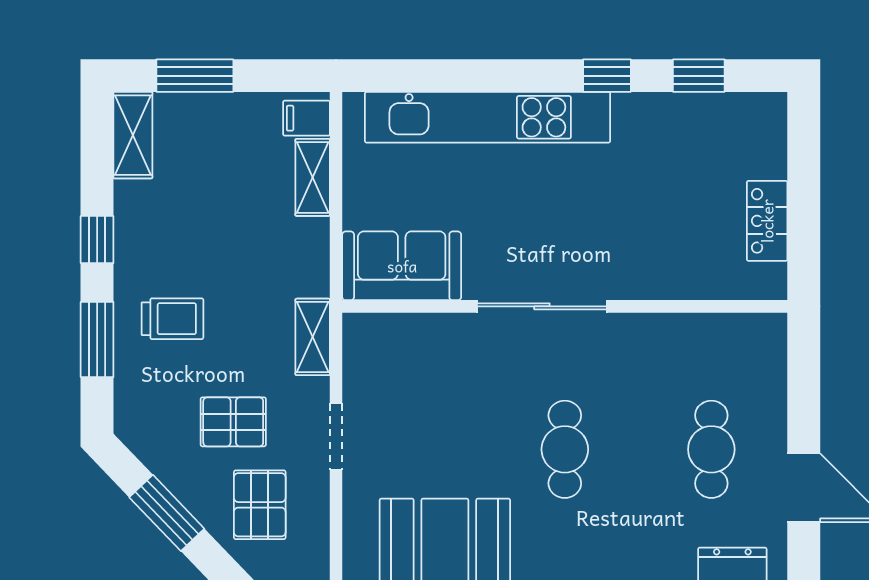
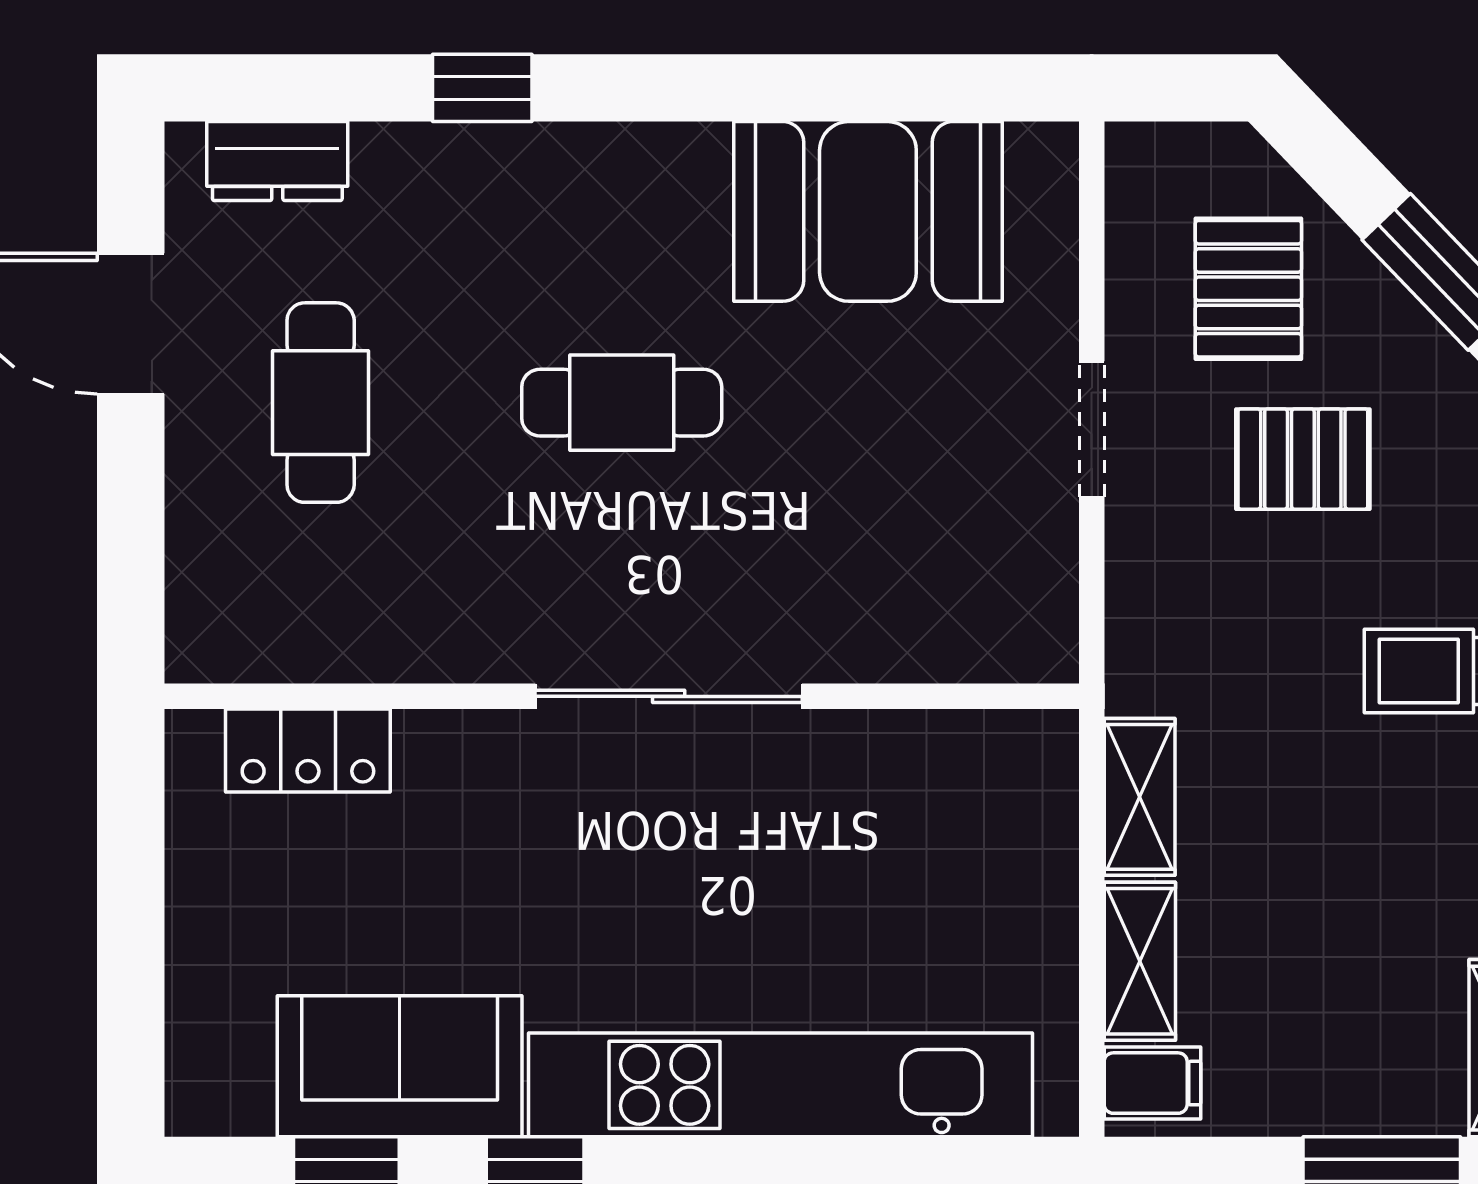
locker: (767, 221) -> (308, 750), moved, turned 90
sofa: (402, 266) -> (400, 1066), moved, turned 180
shelving: (313, 337) -> (1140, 797), moved
cafe table: (565, 449) -> (622, 403), turned 90

